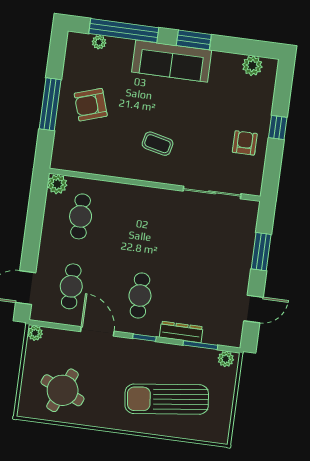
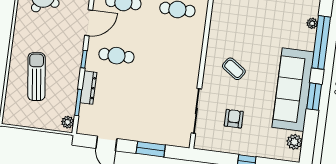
sofa: (172, 61) -> (293, 90), width x1.36, depth x1.27
armchair: (91, 105) -> (264, 17), removed
armchair: (245, 143) -> (234, 119), moved, turned -90
coffee table: (158, 144) -> (234, 69), turned -68
sun lounger: (167, 399) -> (36, 77), width x0.73, depth x0.75

